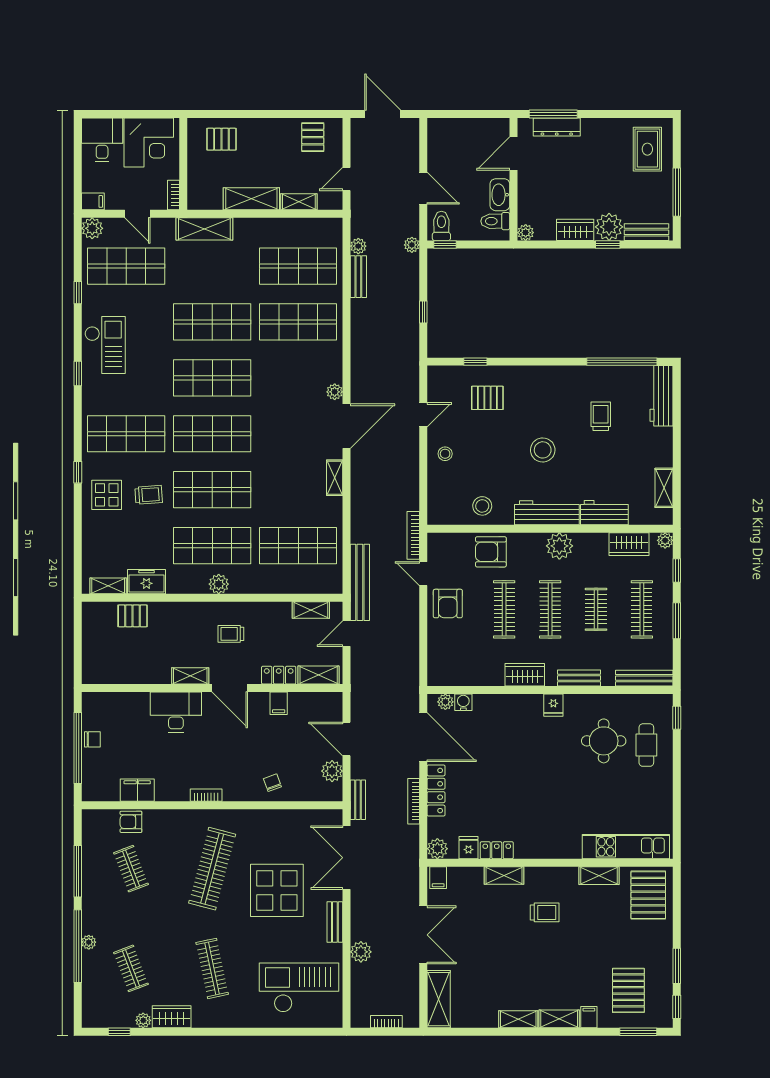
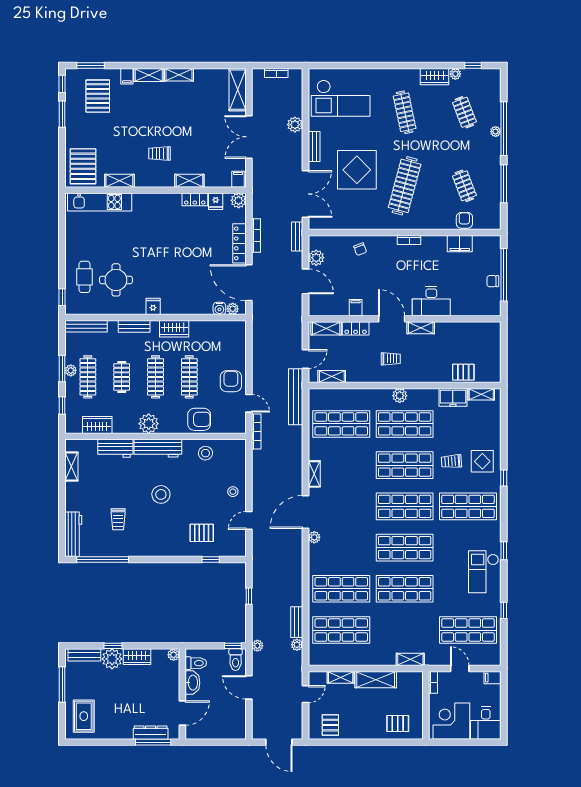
plant: (92, 228) -> (493, 658), removed
shelving: (204, 229) -> (410, 659), width x0.67, depth x0.75
plant: (665, 540) -> (71, 370), moved
armchair: (131, 822) -> (464, 220), turned -90

